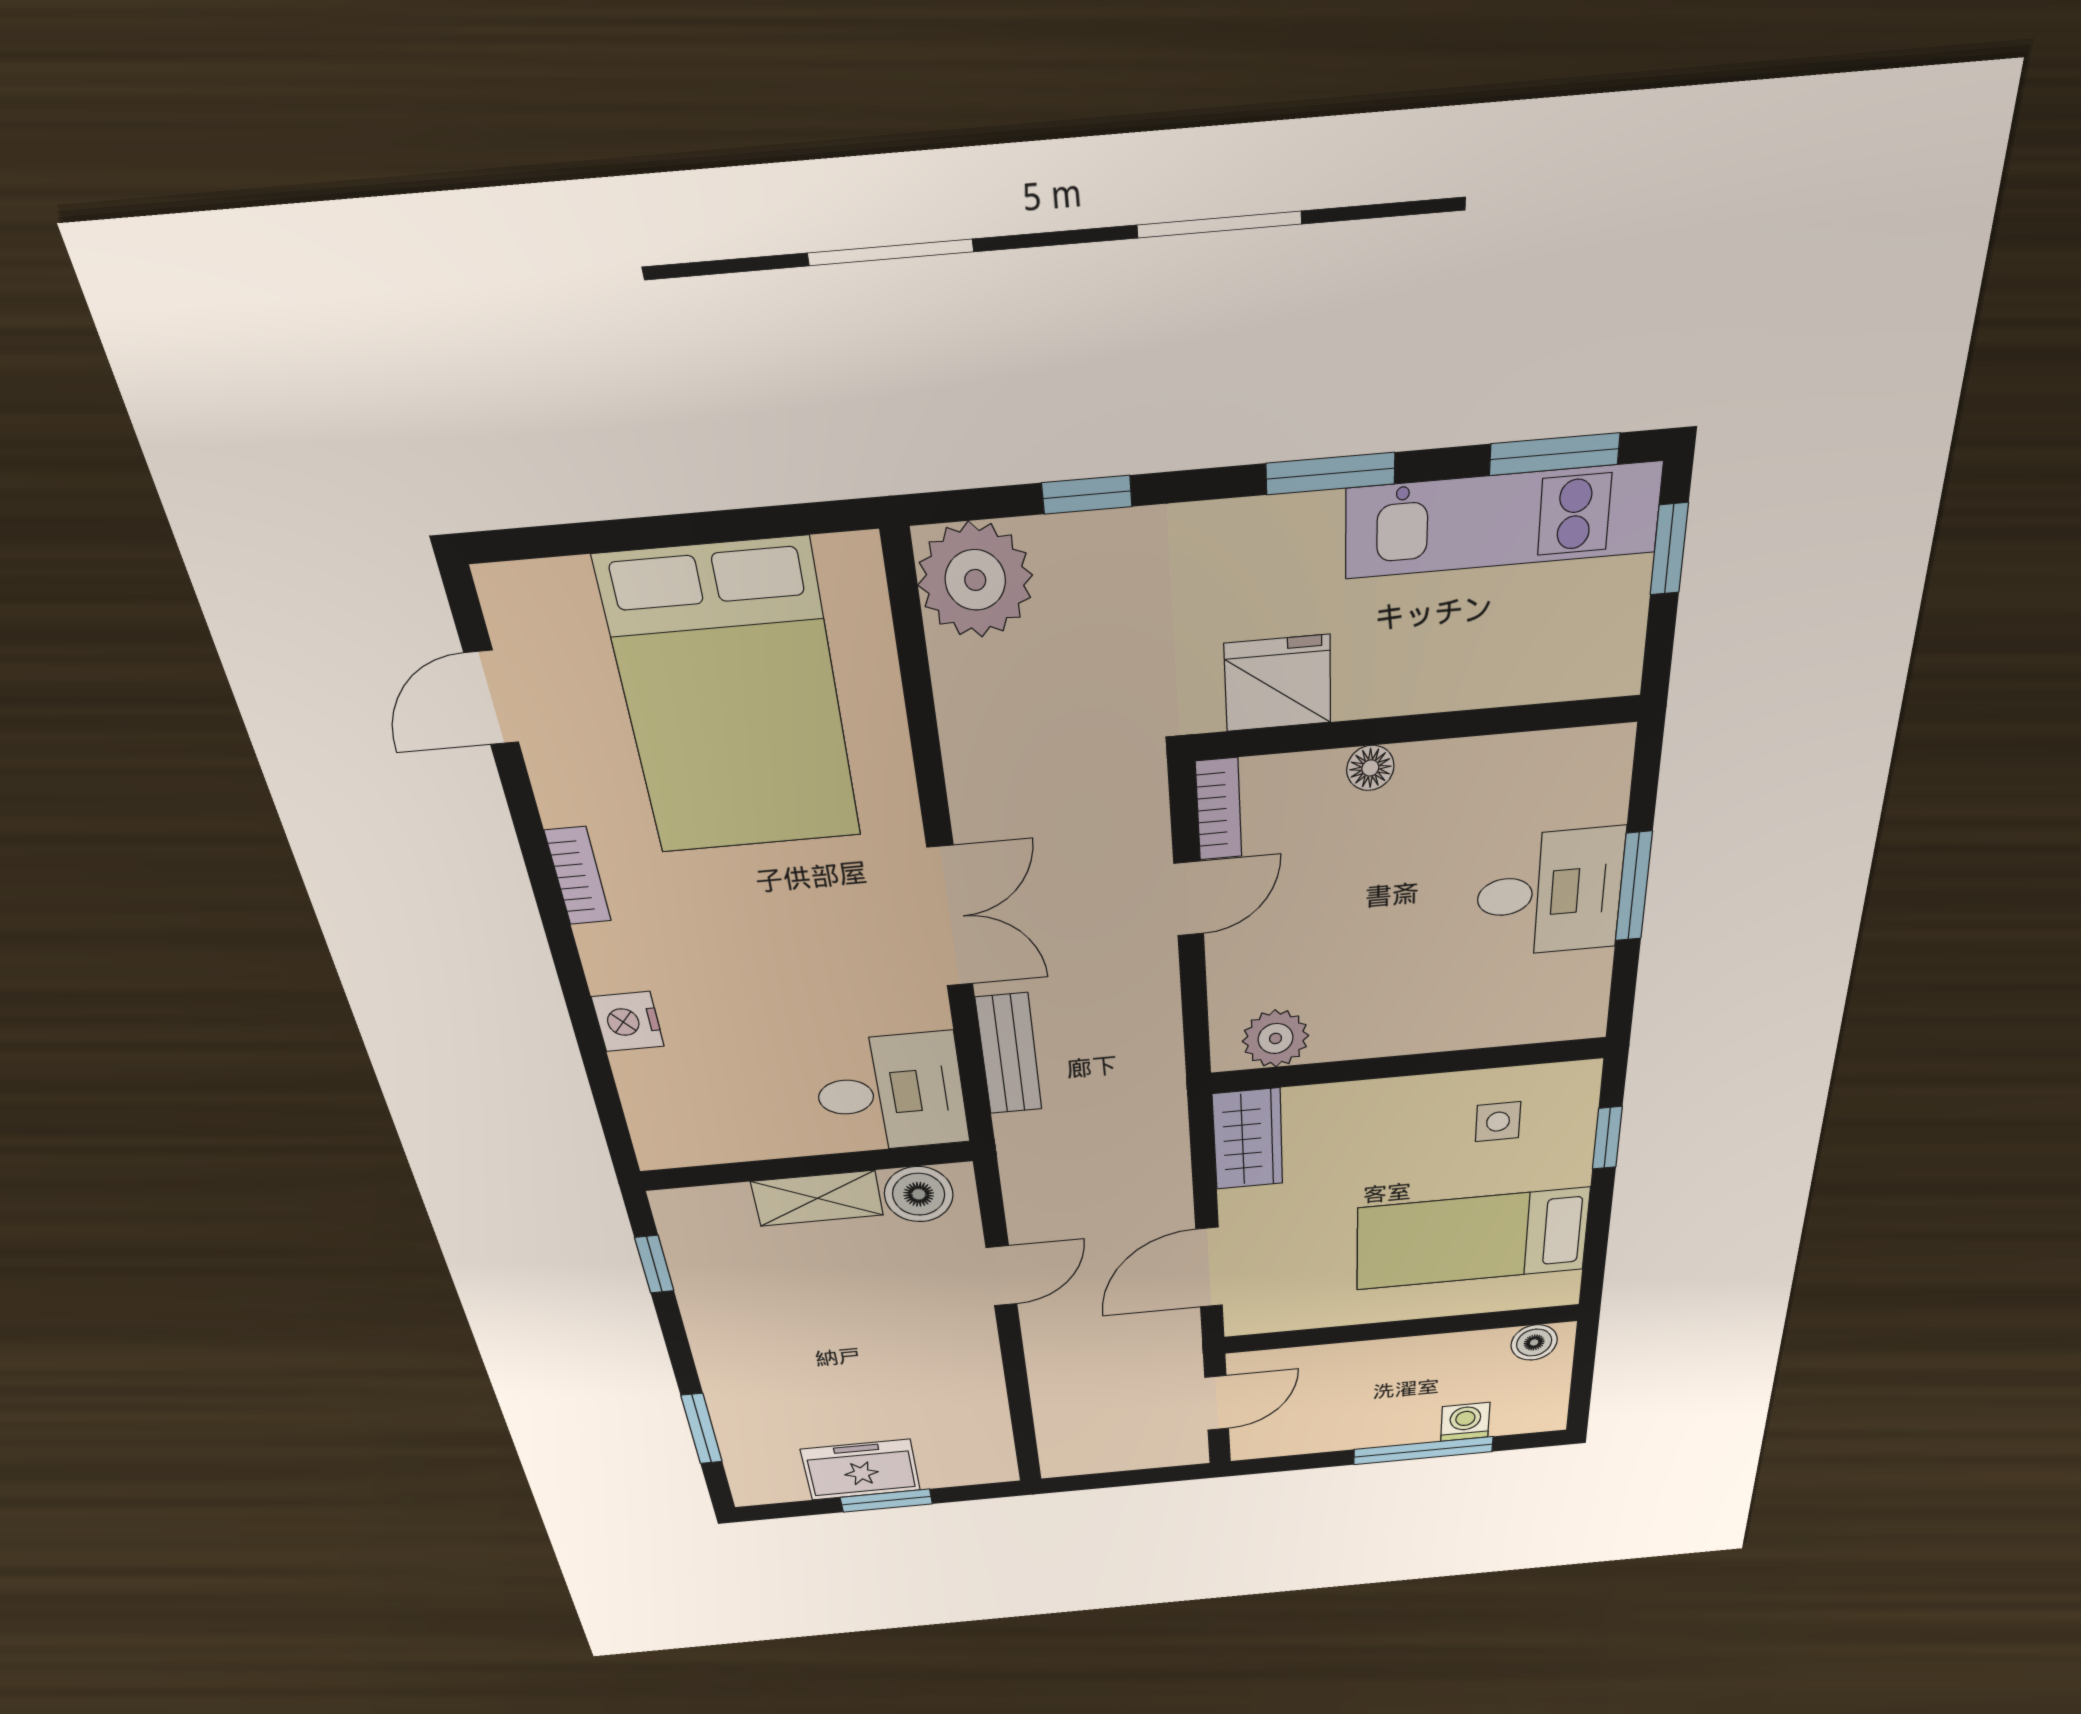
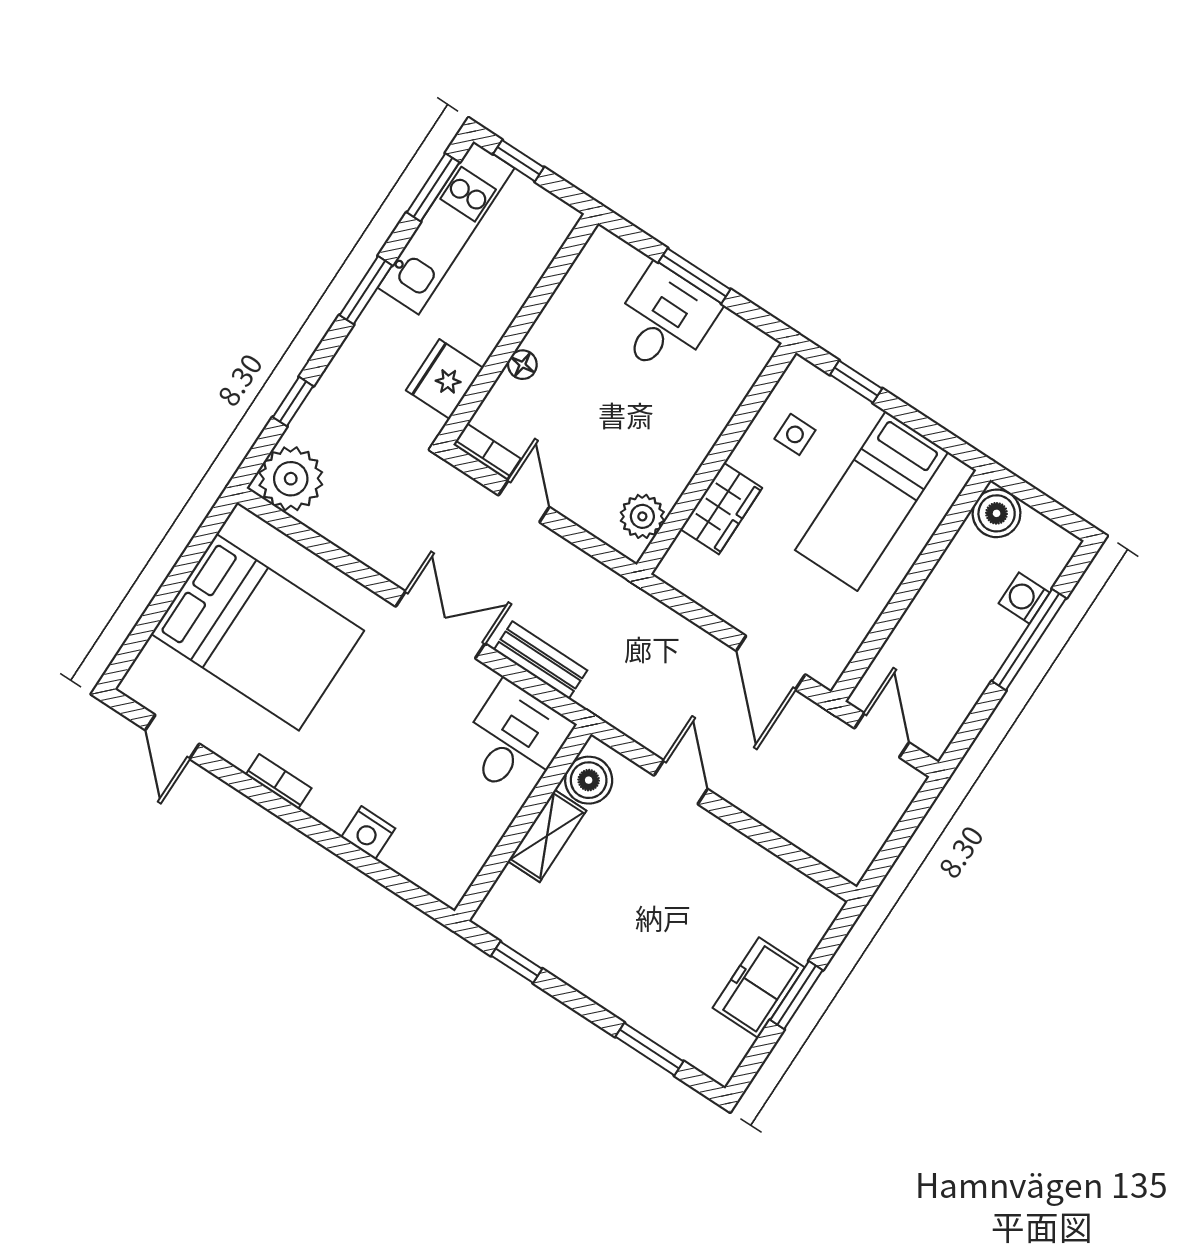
wardrobe: (1248, 1139) -> (721, 509), moved, turned 90
boiler: (1534, 1342) -> (997, 513), width x1.36, depth x1.36

